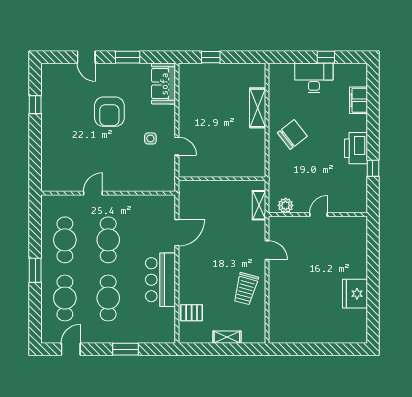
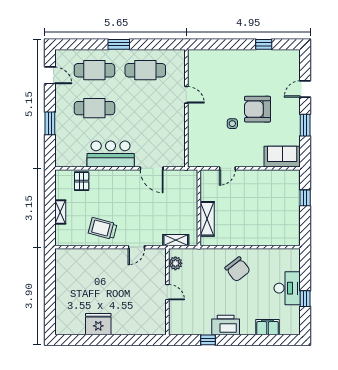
shelving: (258, 108) -> (207, 219), moved, turned 90
side table: (150, 138) -> (232, 124), moved
cafe table: (108, 240) -> (145, 108), removed

